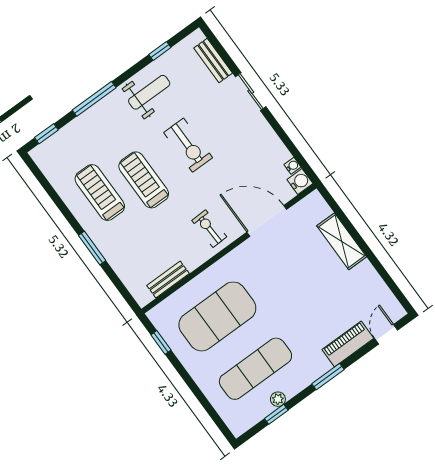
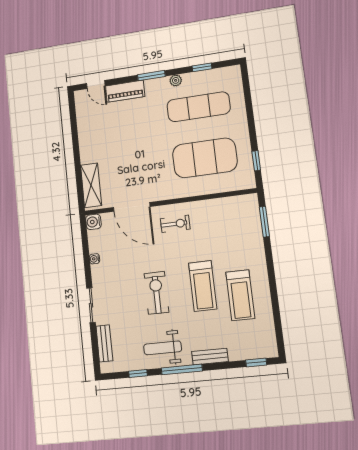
window: (94, 99) -> (182, 369), moved
water cooler: (292, 166) -> (94, 259), moved
exercise bike: (209, 229) -> (175, 224), turned -88
shelving: (342, 241) -> (91, 185), moved
window: (92, 248) -> (264, 222), moved
bench: (168, 279) -> (210, 357), moved
door: (386, 334) -> (96, 85), hinge flipped
plant: (278, 399) -> (176, 80), moved

